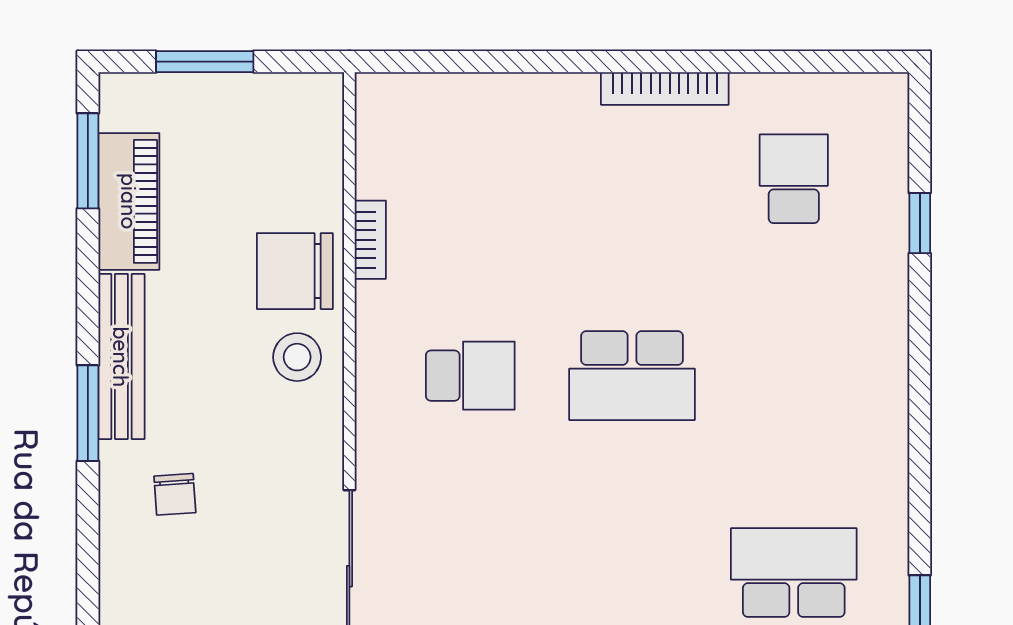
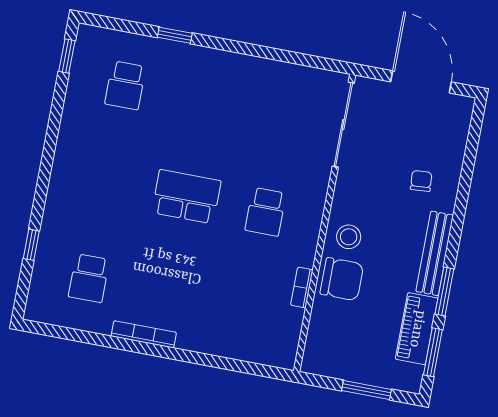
school desk: (470, 376) -> (266, 212), turned -90
window: (88, 413) -> (444, 291), moved
school desk: (794, 573) -> (125, 85), width x0.54

